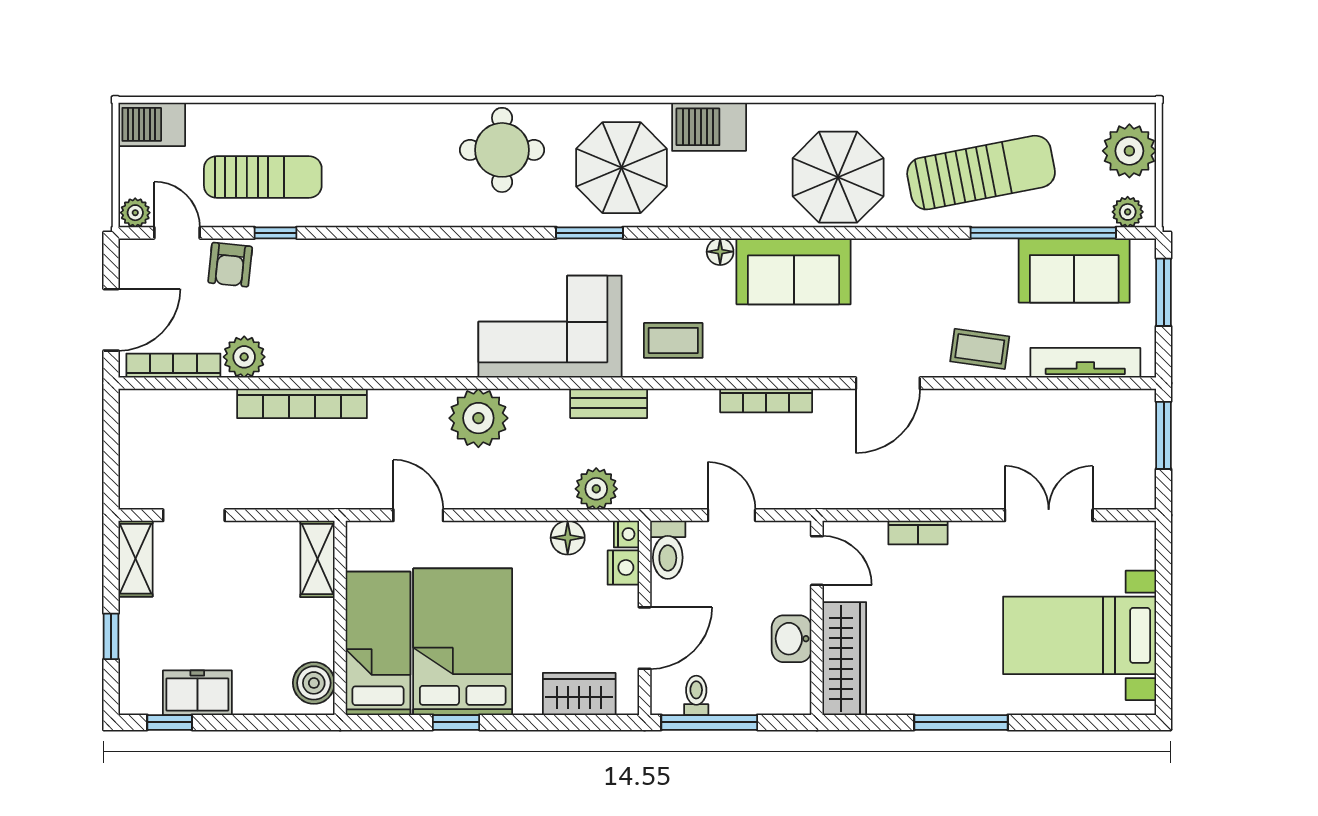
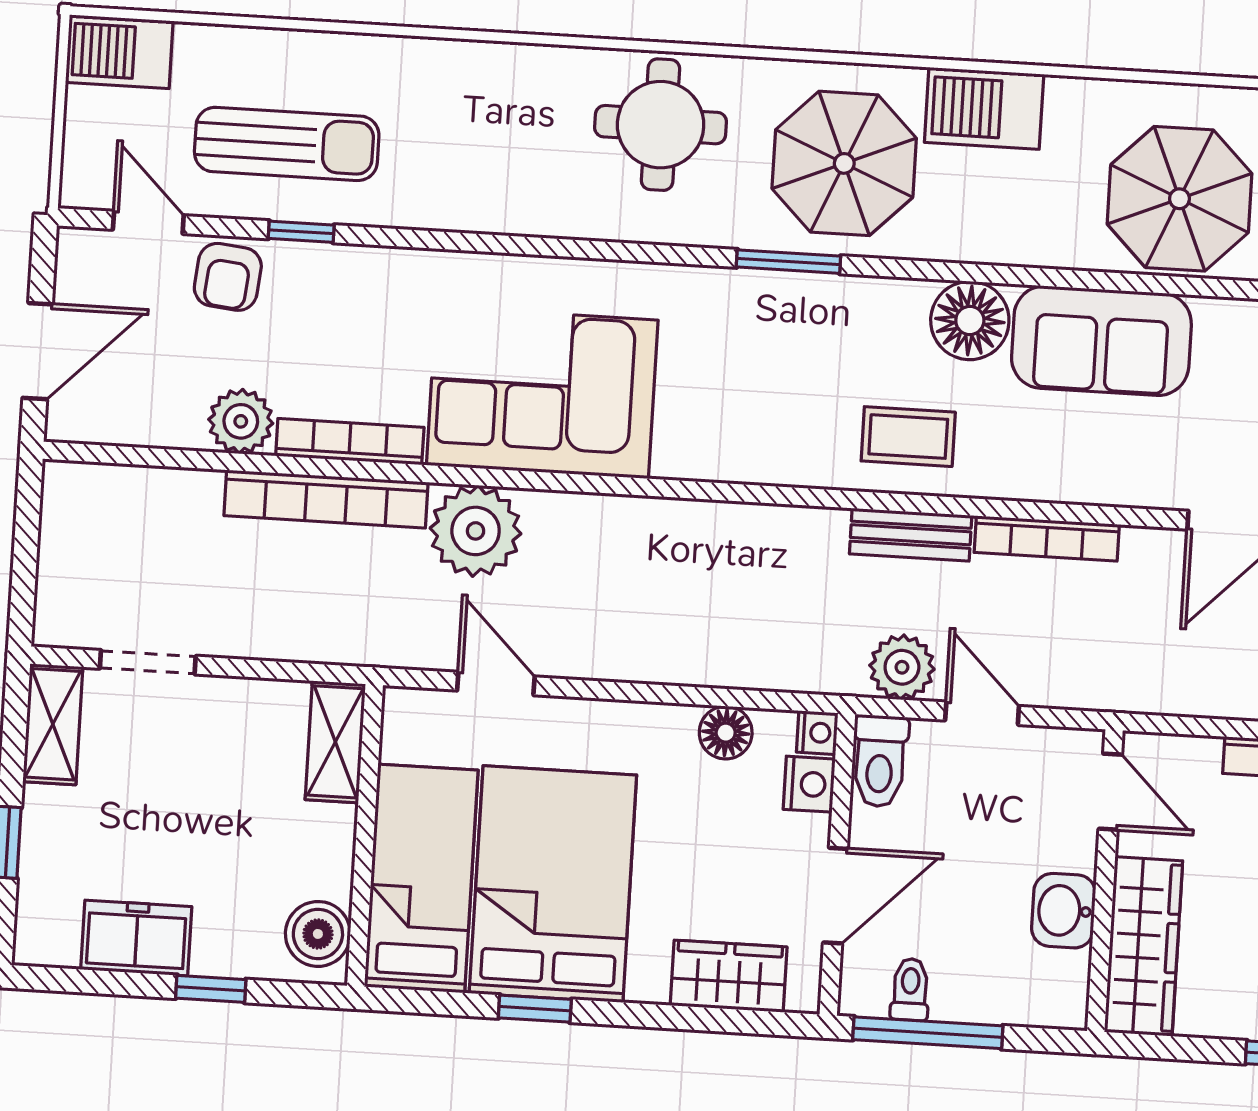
plant: (135, 213) -> (85, 187), removed
floor lamp: (720, 252) -> (970, 321), width x1.89, depth x1.89
corner sofa: (550, 327) -> (542, 393), moved
bookcase: (173, 366) -> (350, 442), moved
bench: (609, 403) -> (911, 535), moved
plant: (478, 418) -> (476, 531), moved
plant: (596, 489) -> (902, 667), moved
window: (170, 722) -> (211, 989), moved

